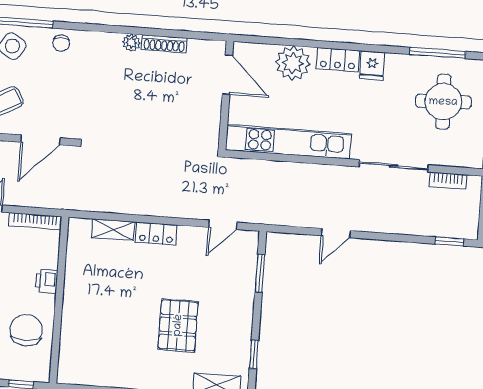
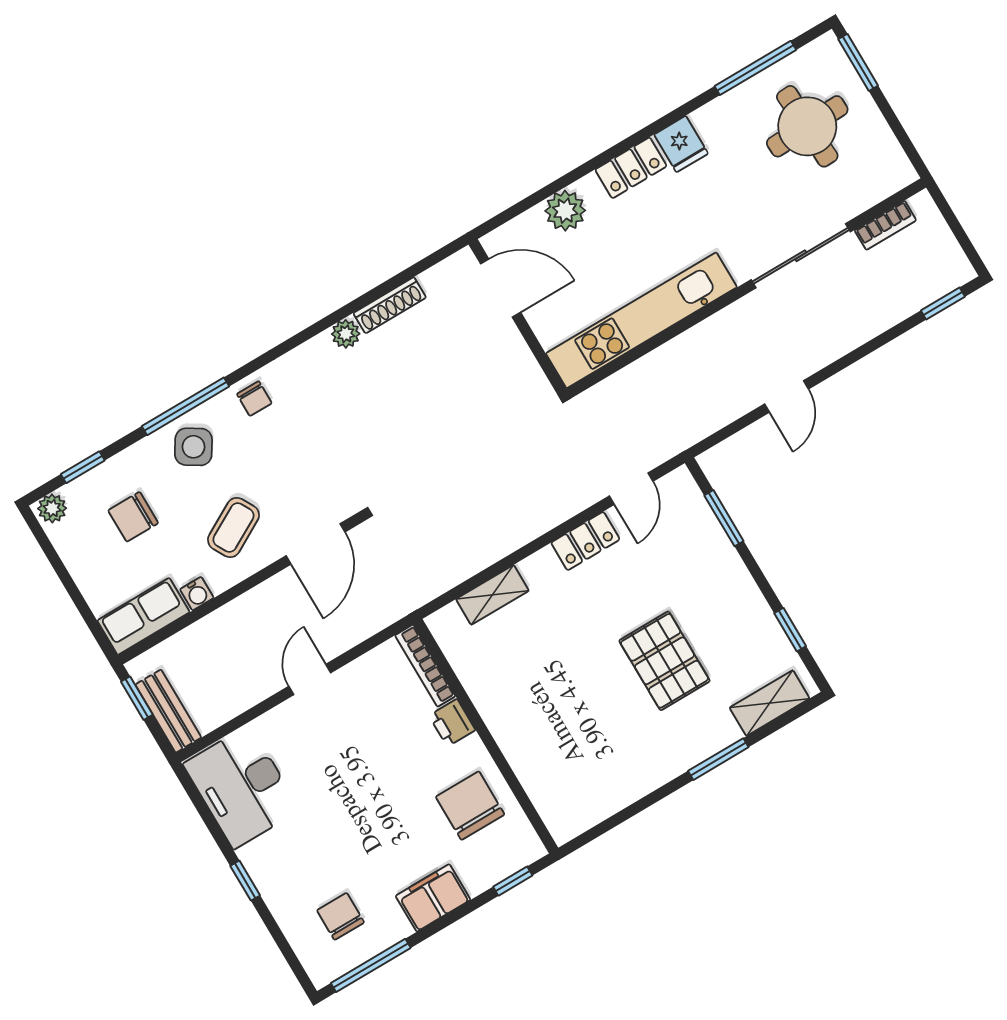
plant: (293, 63) -> (565, 211), width x0.73, depth x0.73
bookcase: (35, 221) -> (425, 666), moved, turned 90
locker: (156, 234) -> (585, 541), moved

